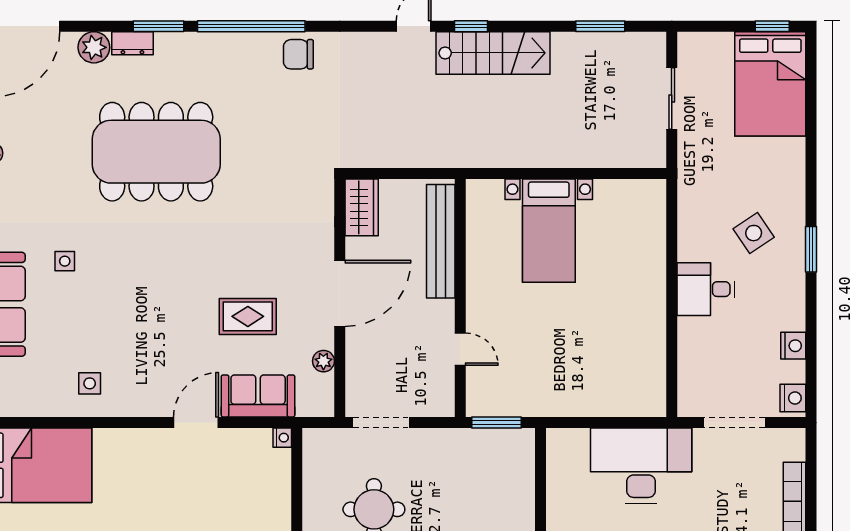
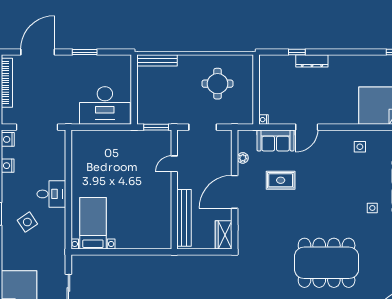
bed with nightstands: (549, 231) -> (93, 223), moved
door: (460, 349) -> (174, 164), hinge flipped
doorway: (381, 423) -> (203, 127), moved
doorway: (734, 423) -> (37, 127), width x1.36
desk: (641, 466) -> (105, 106), moved

